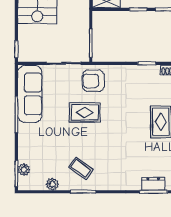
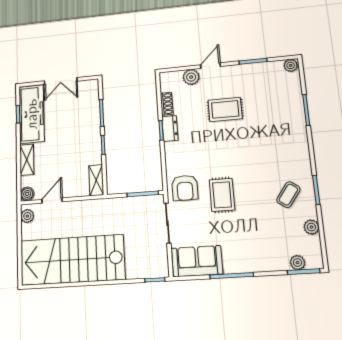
sofa: (30, 94) -> (197, 261), width x0.73
dresser: (153, 184) -> (170, 128), moved, turned 180

